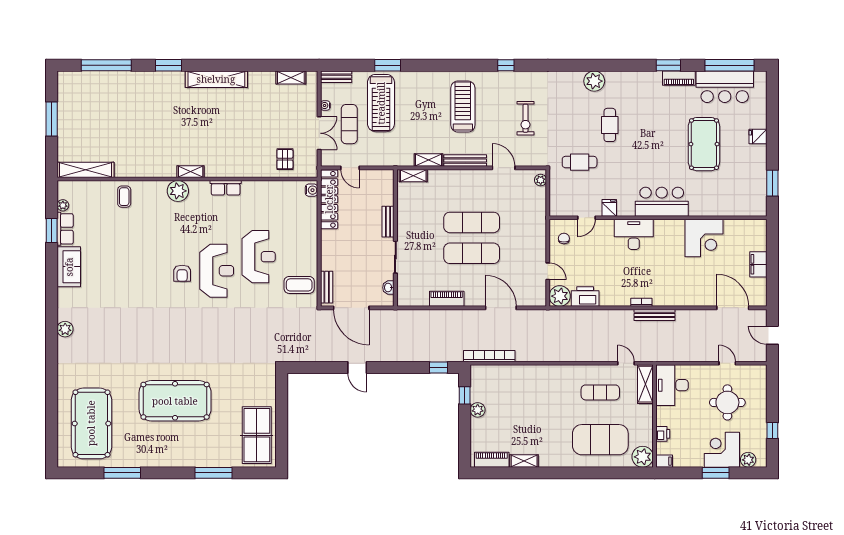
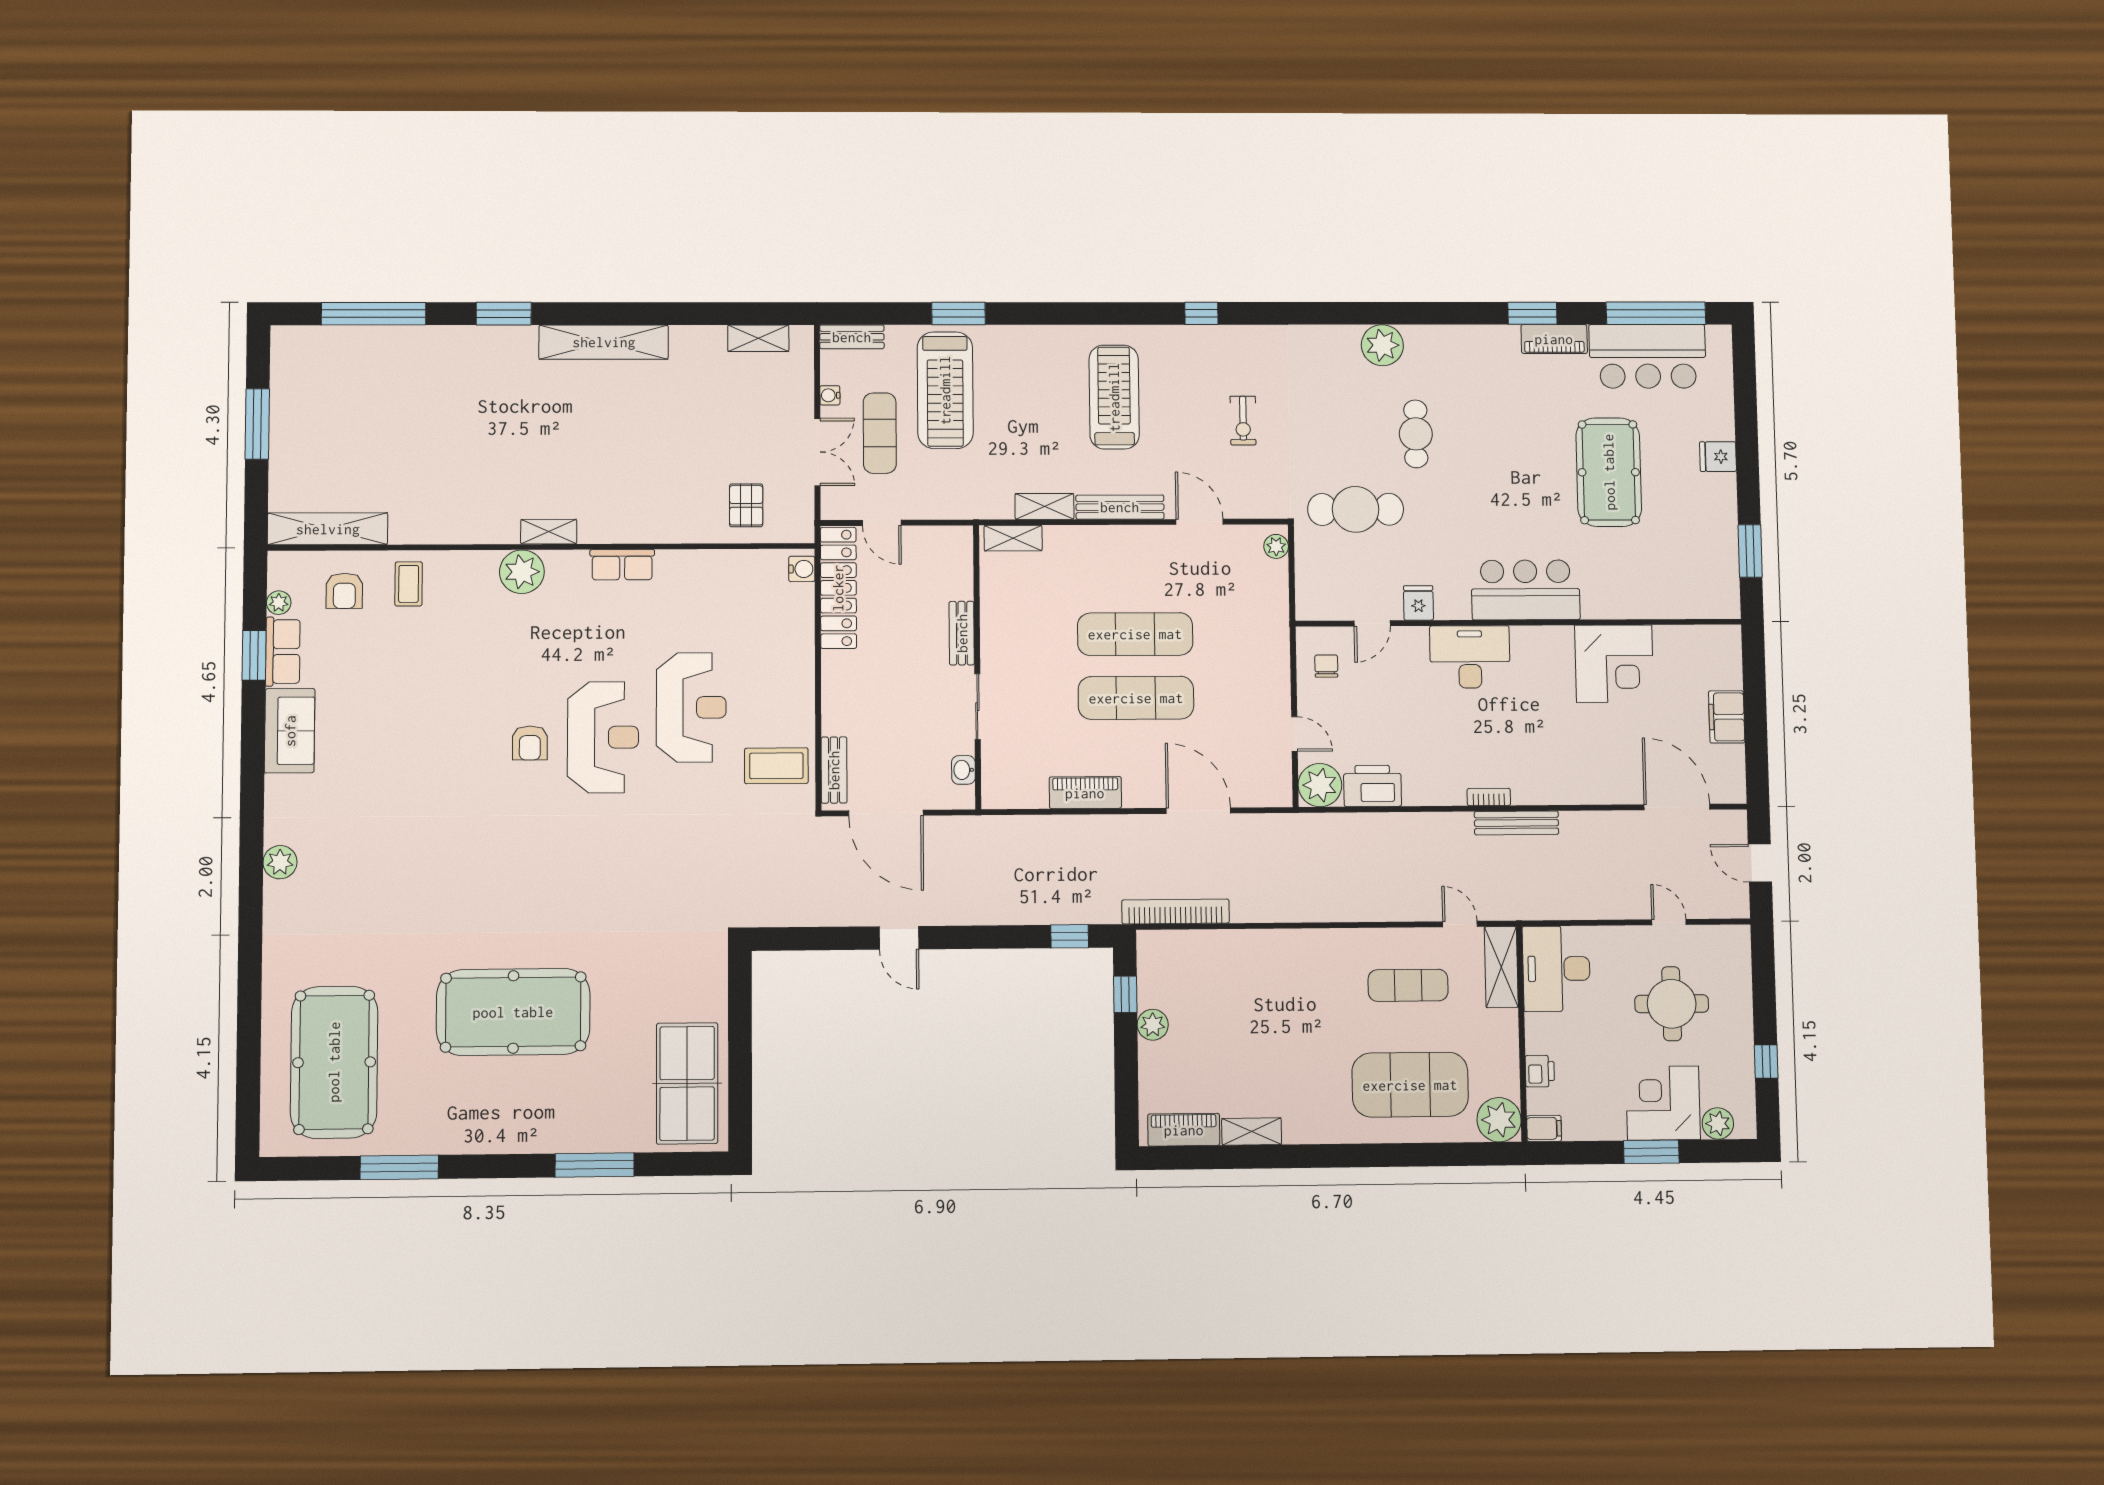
exercise bike: (525, 118) -> (1243, 421), width x0.73, depth x0.72
cafe table: (580, 162) -> (1356, 509), width x1.37, depth x1.35
armchair: (94, 200) -> (344, 591), added

